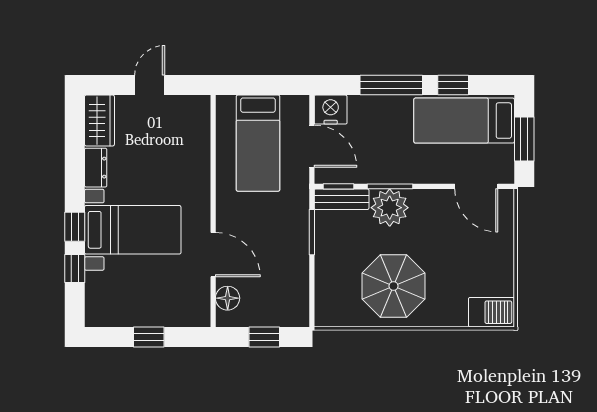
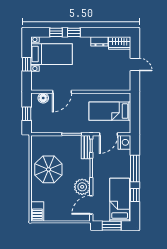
plant: (390, 208) -> (82, 187), moved
bed with nightstands: (133, 230) -> (51, 54), moved, turned -90

